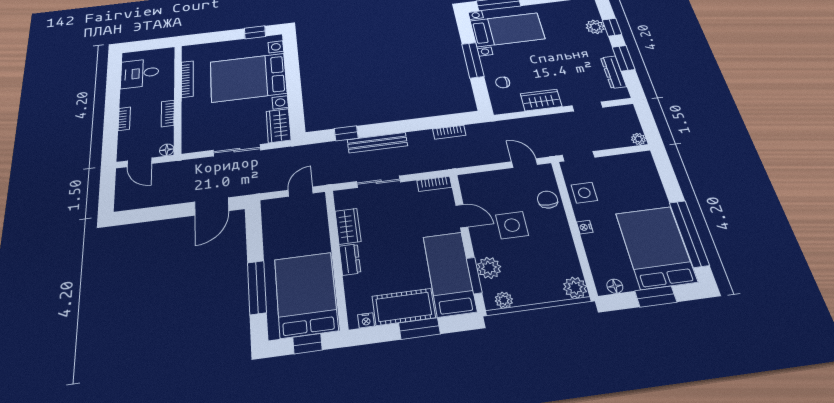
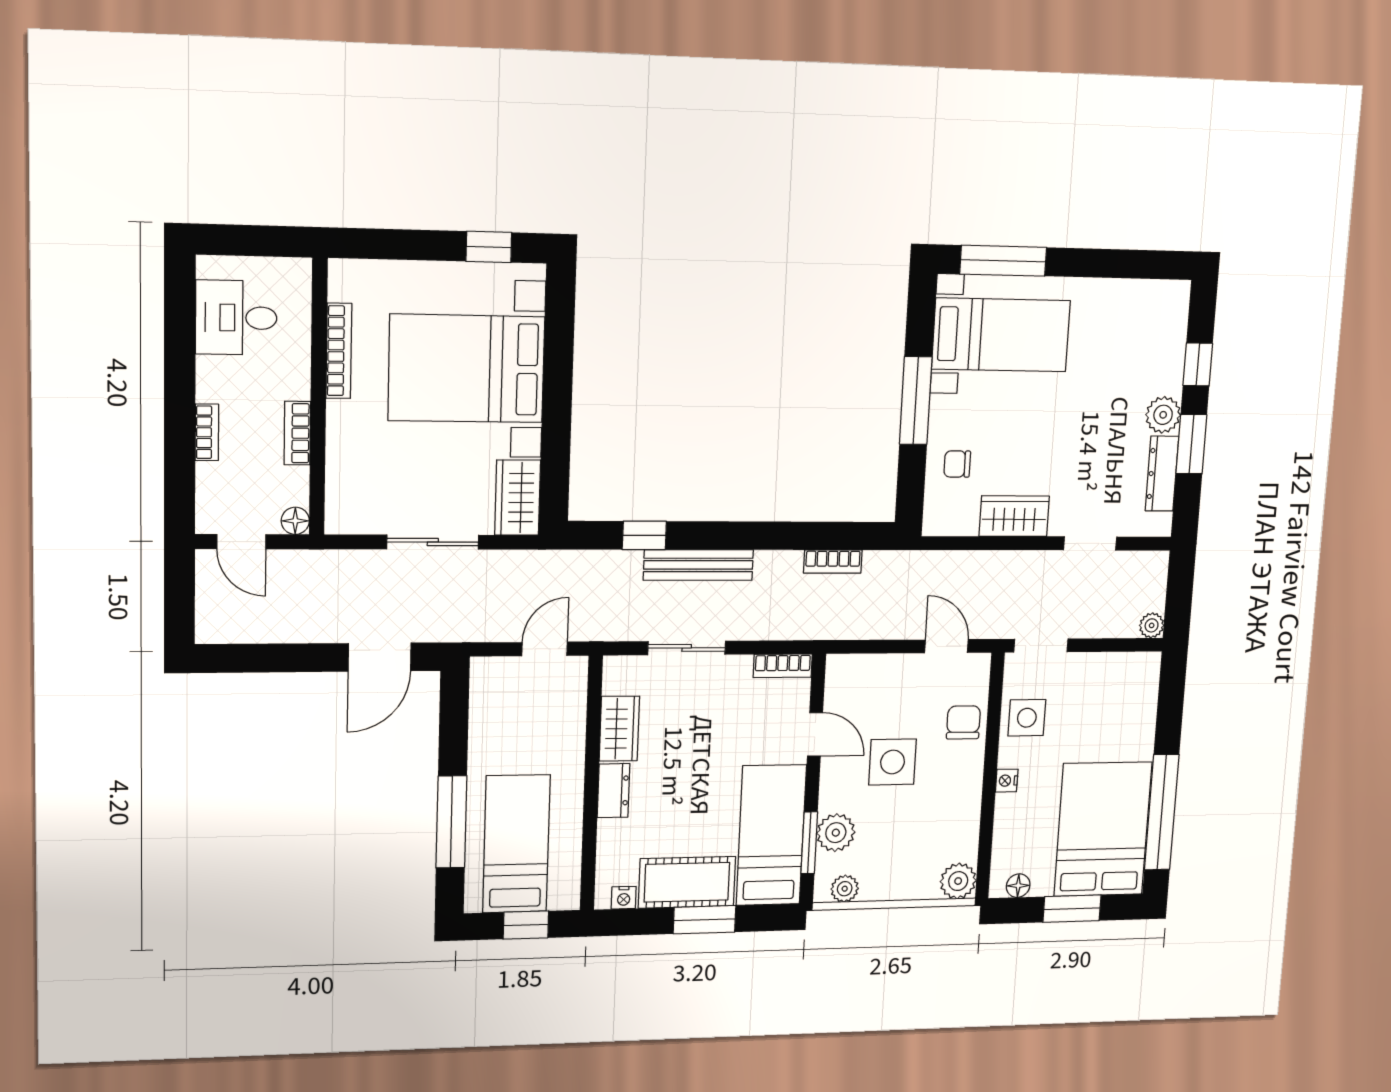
plant: (595, 27) -> (1163, 415), moved
bed: (306, 294) -> (516, 844), width x0.67

